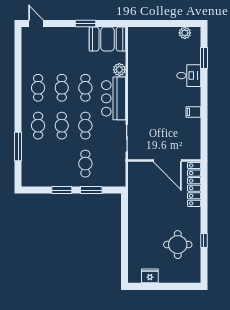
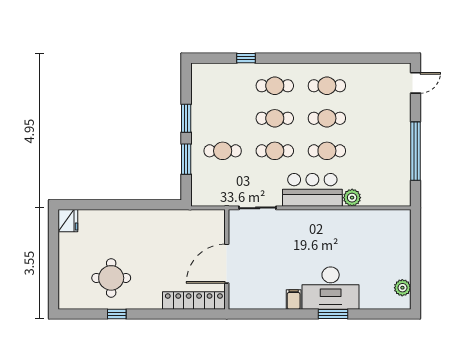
window: (86, 23) -> (416, 151), width x2.11
booth: (108, 39) -> (394, 181), removed
window: (204, 58) -> (333, 314), moved
desk: (189, 76) -> (331, 288), width x1.87, depth x1.30
window: (18, 147) -> (246, 58), width x0.46
fridge: (150, 276) -> (68, 221), moved

